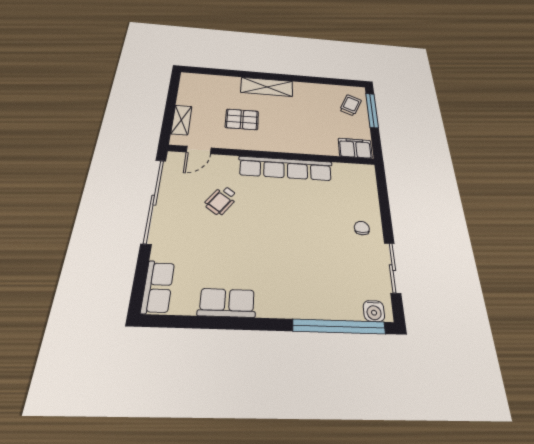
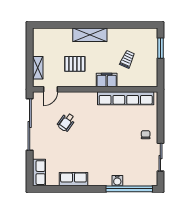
trolley: (351, 105) -> (127, 59), moved
window: (372, 110) -> (160, 48), width x0.69
filing cabinet: (355, 148) -> (107, 80), moved
row of seats: (286, 168) -> (126, 98), moved
water cooler: (374, 311) -> (117, 181), moved

